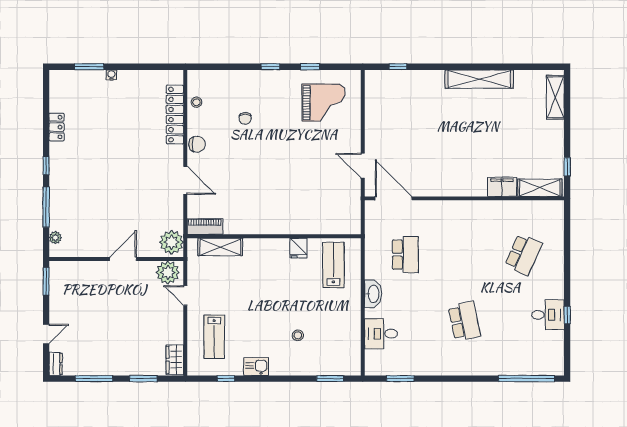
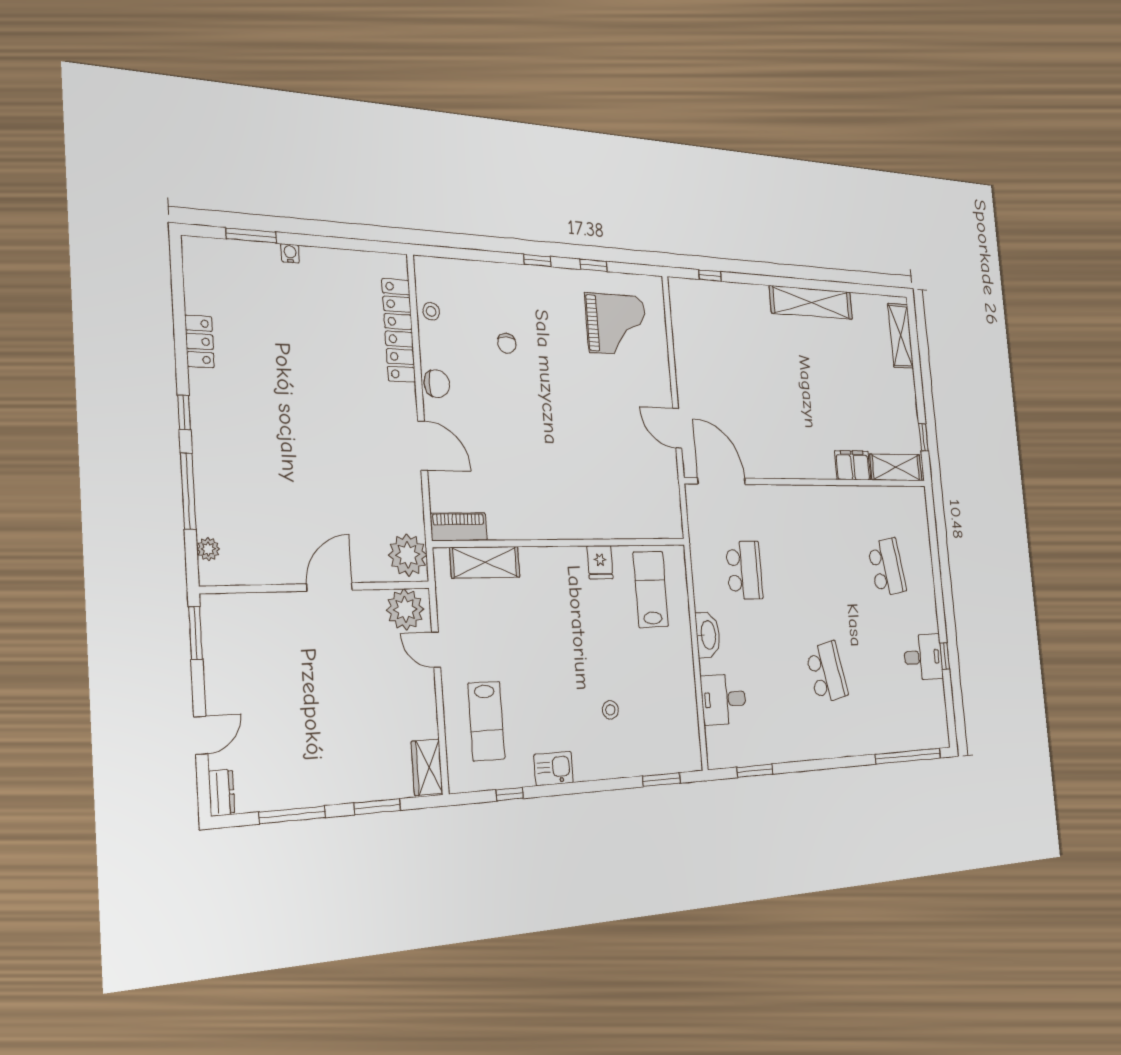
school desk: (523, 255) -> (887, 567), turned -33

